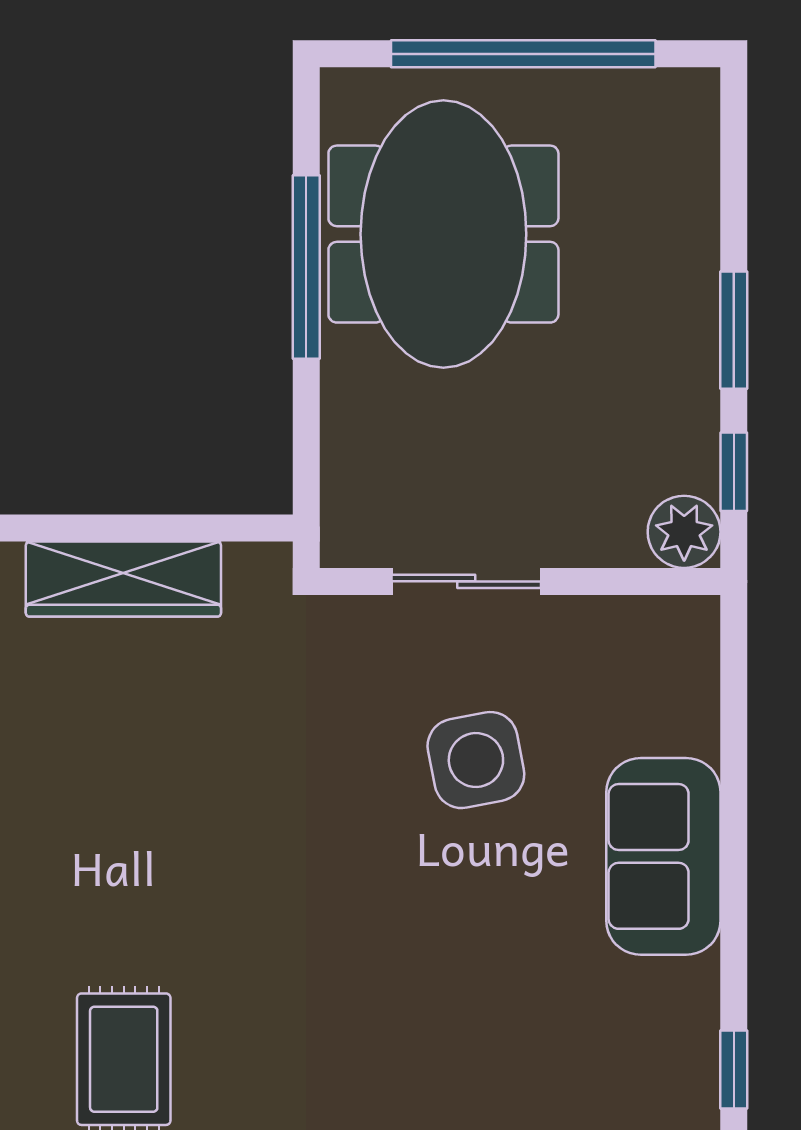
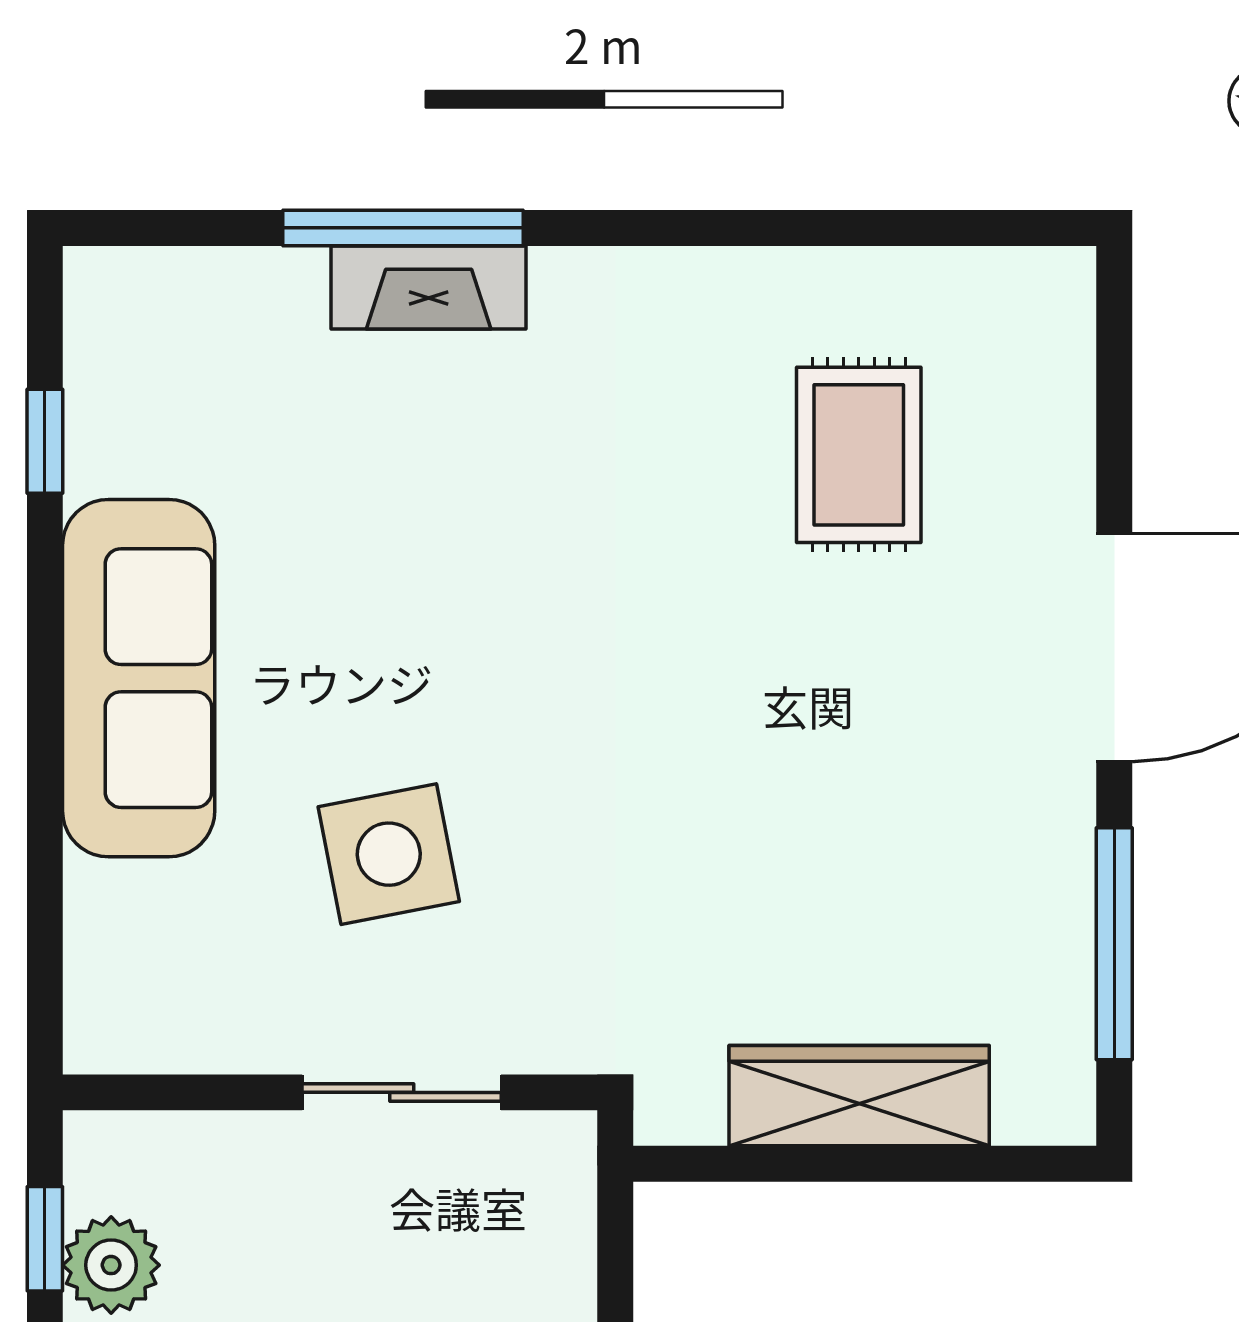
plant: (684, 532) -> (111, 1265), moved
sofa: (663, 856) -> (139, 678), width x1.36

